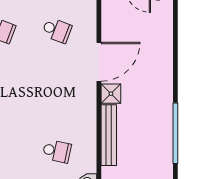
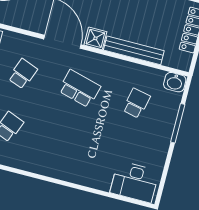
school desk: (57, 91) -> (79, 89), added

